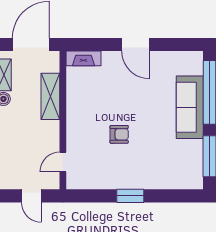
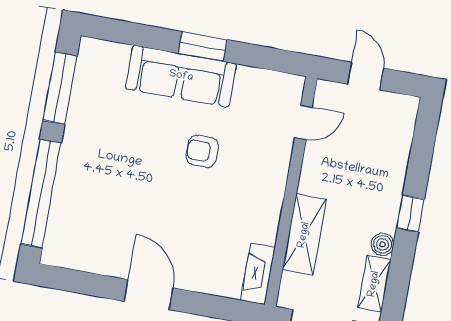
fireplace: (83, 58) -> (258, 274), moved, turned -90
sofa: (190, 107) -> (181, 76), moved, turned 90

